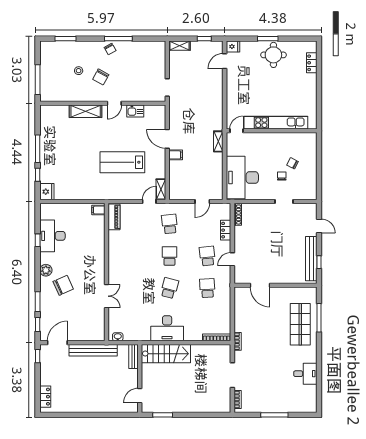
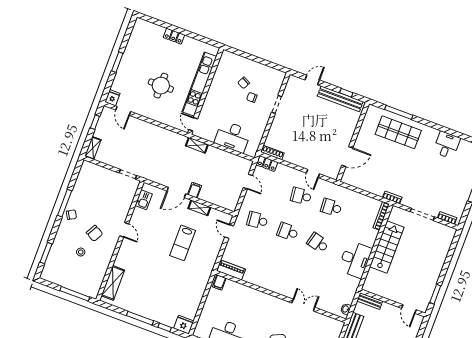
round table: (273, 55) -> (161, 86), moved
locker: (312, 63) -> (174, 36), moved
shelving: (86, 111) -> (113, 283), moved
kitchen sink: (135, 111) -> (144, 200), moved
lab bench: (122, 162) -> (183, 243), width x0.73, depth x0.72
desk: (242, 178) -> (233, 137), width x0.73, depth x0.77
shelving: (161, 189) -> (199, 208), moved
locker: (226, 230) -> (267, 164), moved
stairs: (166, 354) -> (387, 247), moved

